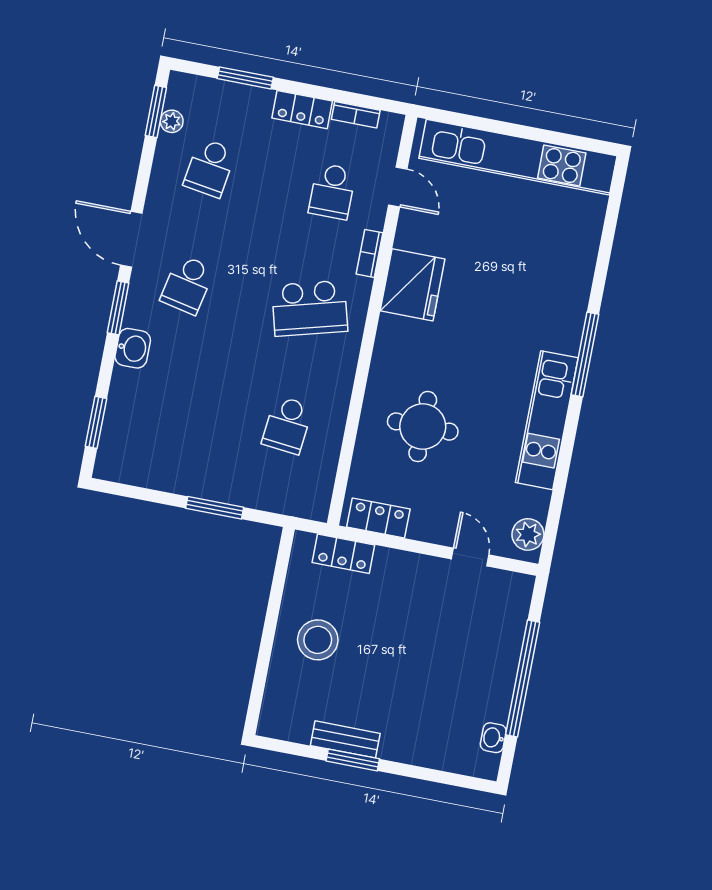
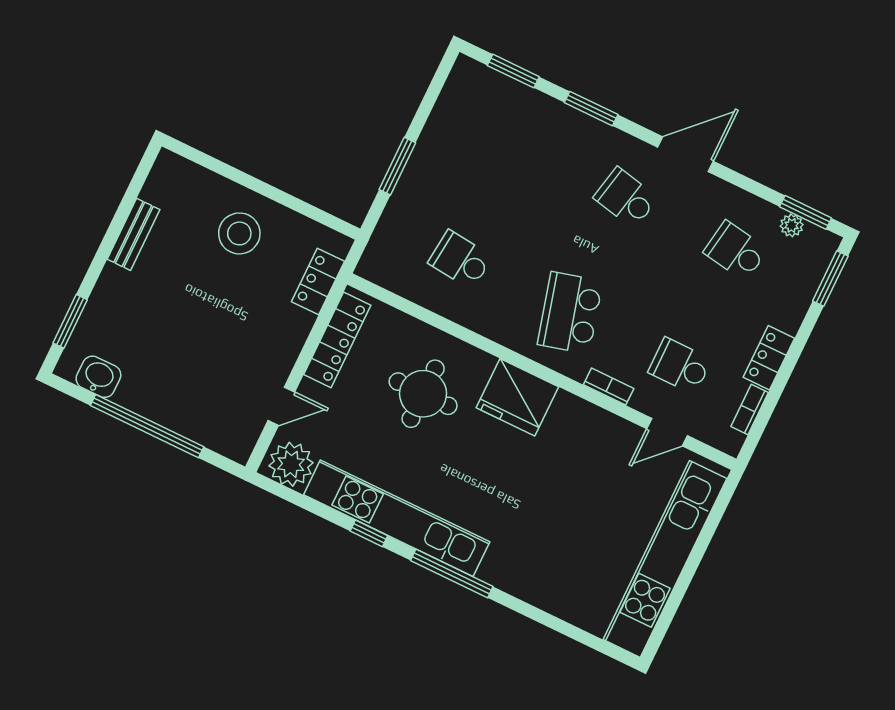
window: (245, 78) -> (830, 279), moved
fridge: (412, 285) -> (517, 397), moved
window: (118, 308) -> (591, 109), moved
washbasin: (133, 348) -> (577, 127), removed
kitchen unit: (547, 420) -> (397, 518), width x1.36
window: (568, 443) -> (369, 533), added
locker: (378, 518) -> (337, 340), width x1.53
plant: (528, 534) -> (291, 464), width x1.36, depth x1.36
washbasin: (493, 738) -> (98, 377), width x1.38, depth x1.45
window: (353, 760) -> (70, 321), moved

